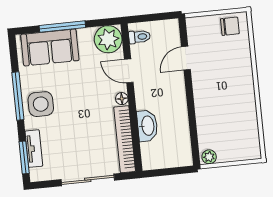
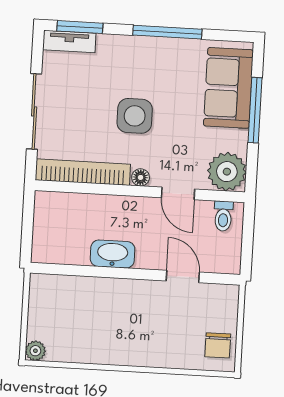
door: (129, 71) -> (178, 193), swing flipped
side table: (41, 104) -> (135, 116), moved
washbasin: (147, 126) -> (113, 254), moved, turned 180
tv unit: (34, 149) -> (69, 41), moved
plant: (209, 157) -> (35, 351), moved

